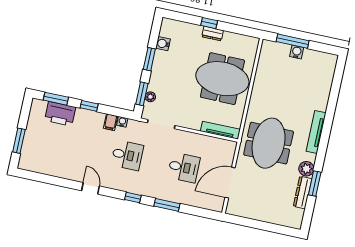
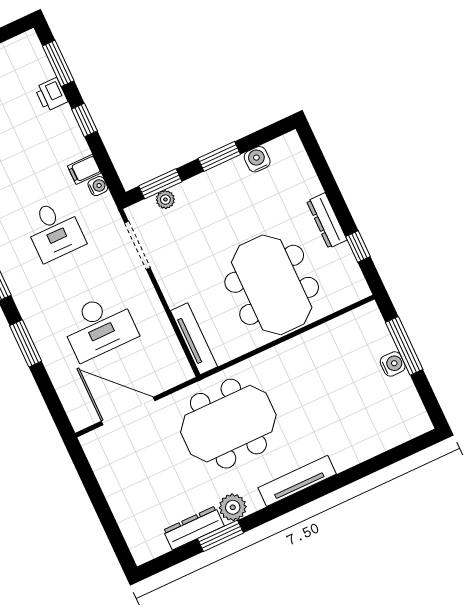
window: (209, 23) -> (358, 246), moved
dresser: (213, 34) -> (327, 221), width x1.44
printer: (60, 114) -> (51, 95), width x0.53, depth x0.68
desk: (184, 167) -> (99, 326), width x1.37

